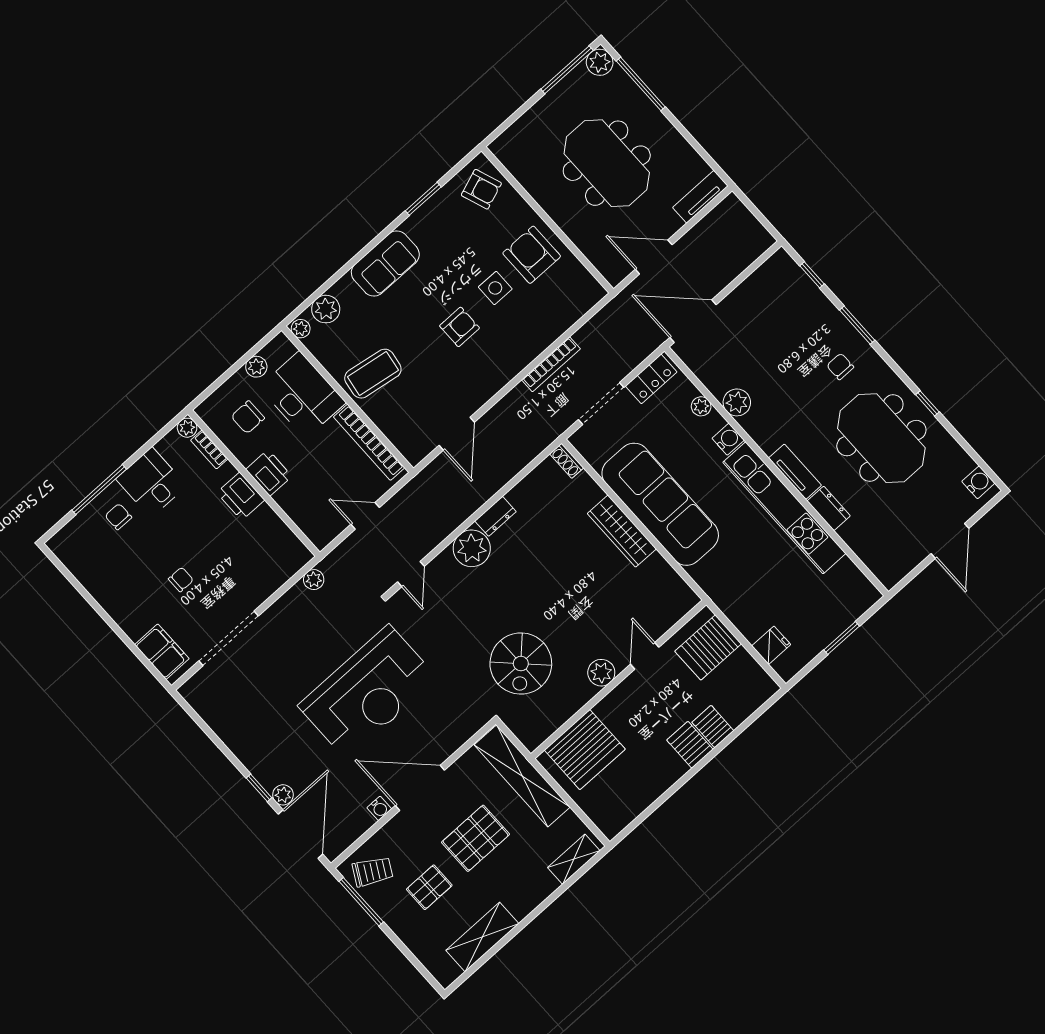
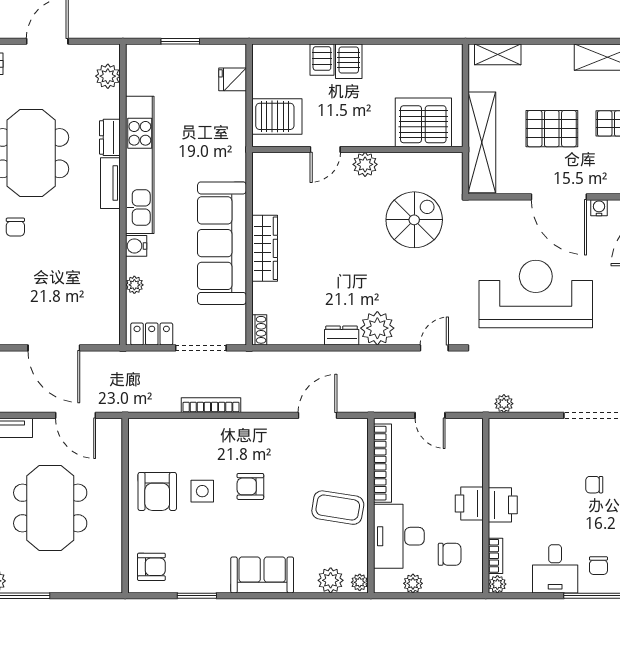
armchair: (481, 189) -> (151, 567), turned 110
door: (693, 321) -> (54, 348), moved
plant: (737, 402) -> (108, 76), moved

